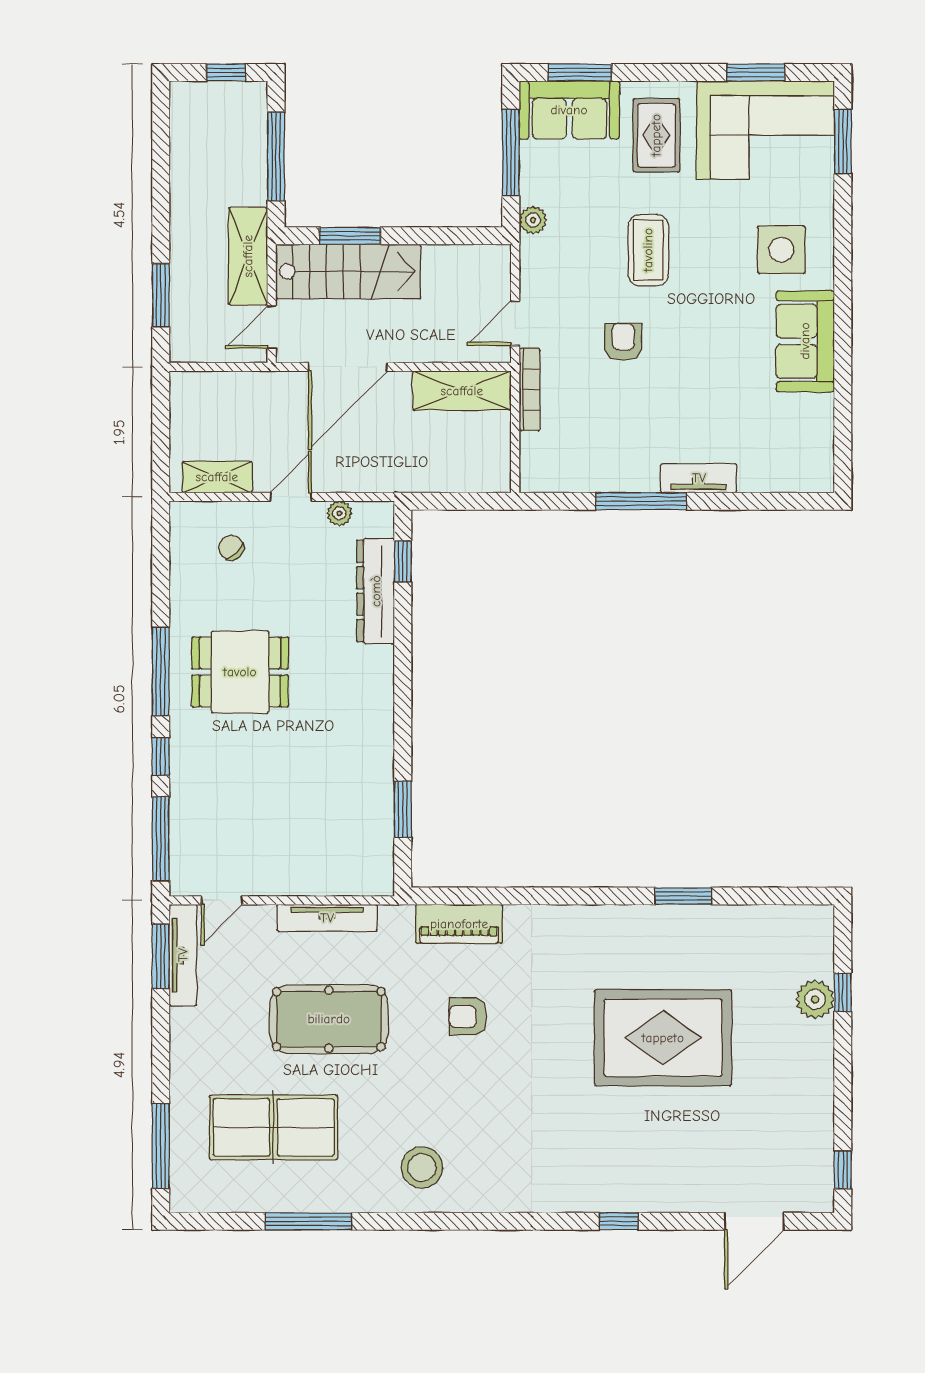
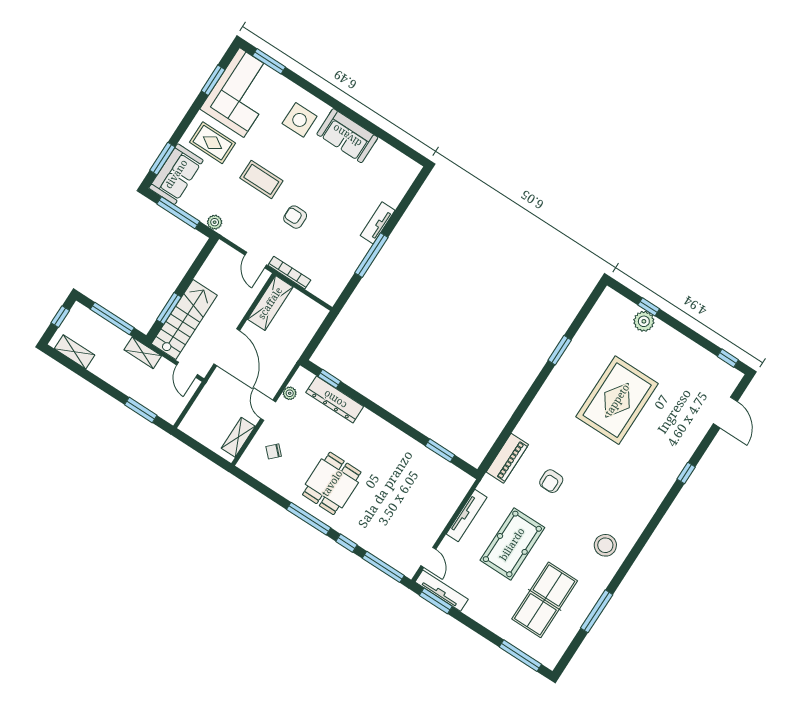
shelving: (185, 131) -> (75, 352), added
shelving: (248, 256) -> (143, 353), width x0.67, depth x0.75

